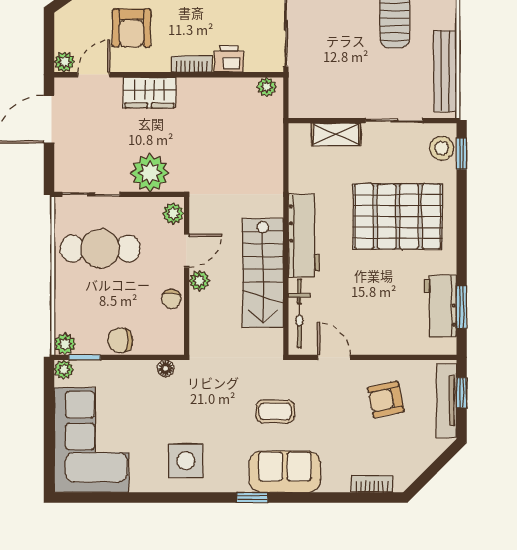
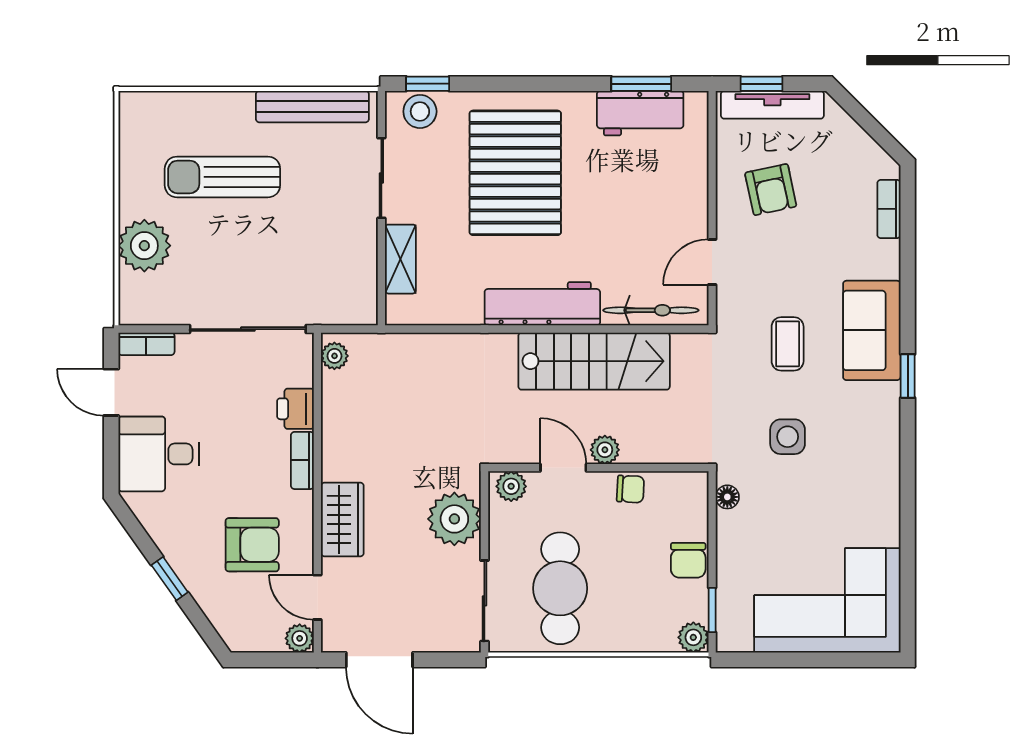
plant: (64, 370) -> (729, 639), removed
side table: (186, 461) -> (788, 437), moved, width x0.73, depth x0.73

